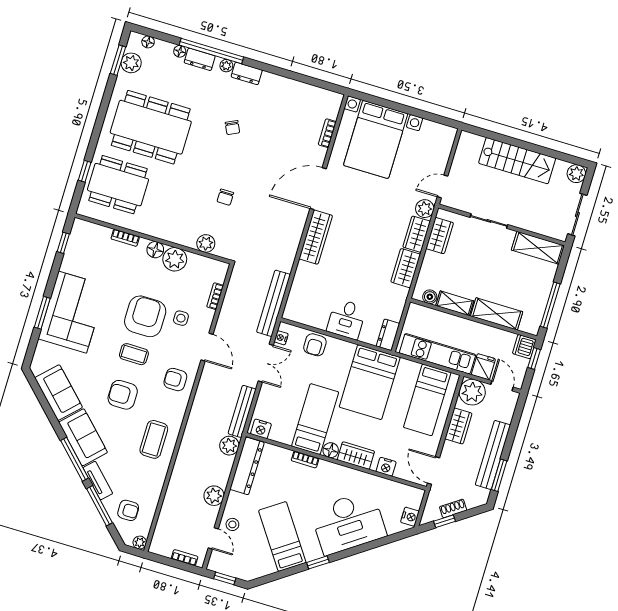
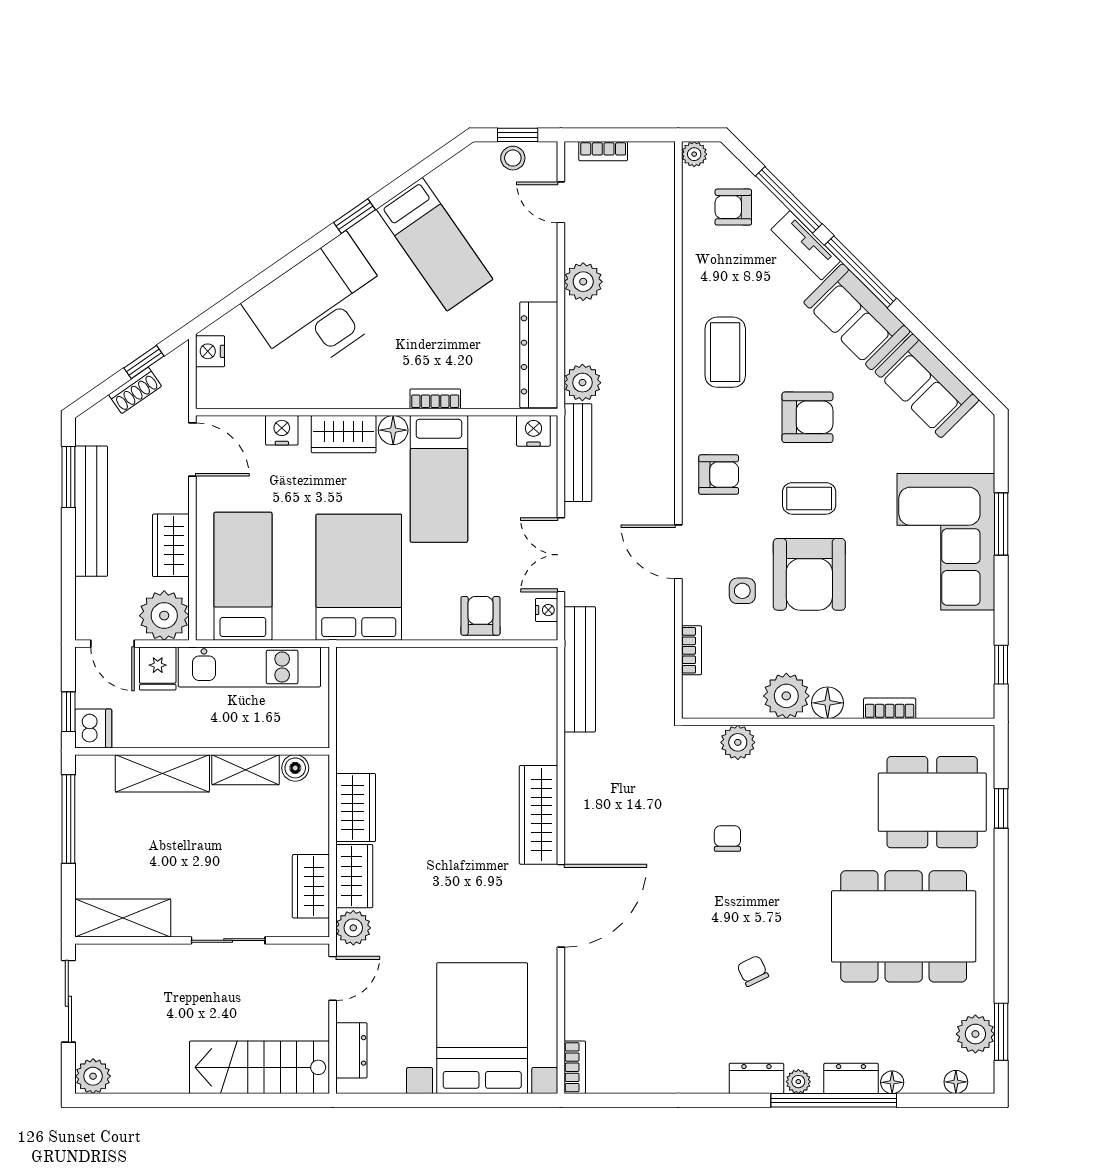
bookcase: (327, 133) -> (575, 1067), moved
stairs: (517, 161) -> (259, 1067), moved
desk: (346, 319) -> (436, 681), removed
dresser: (388, 335) -> (351, 1050), moved
stool: (232, 524) -> (513, 158), moved

